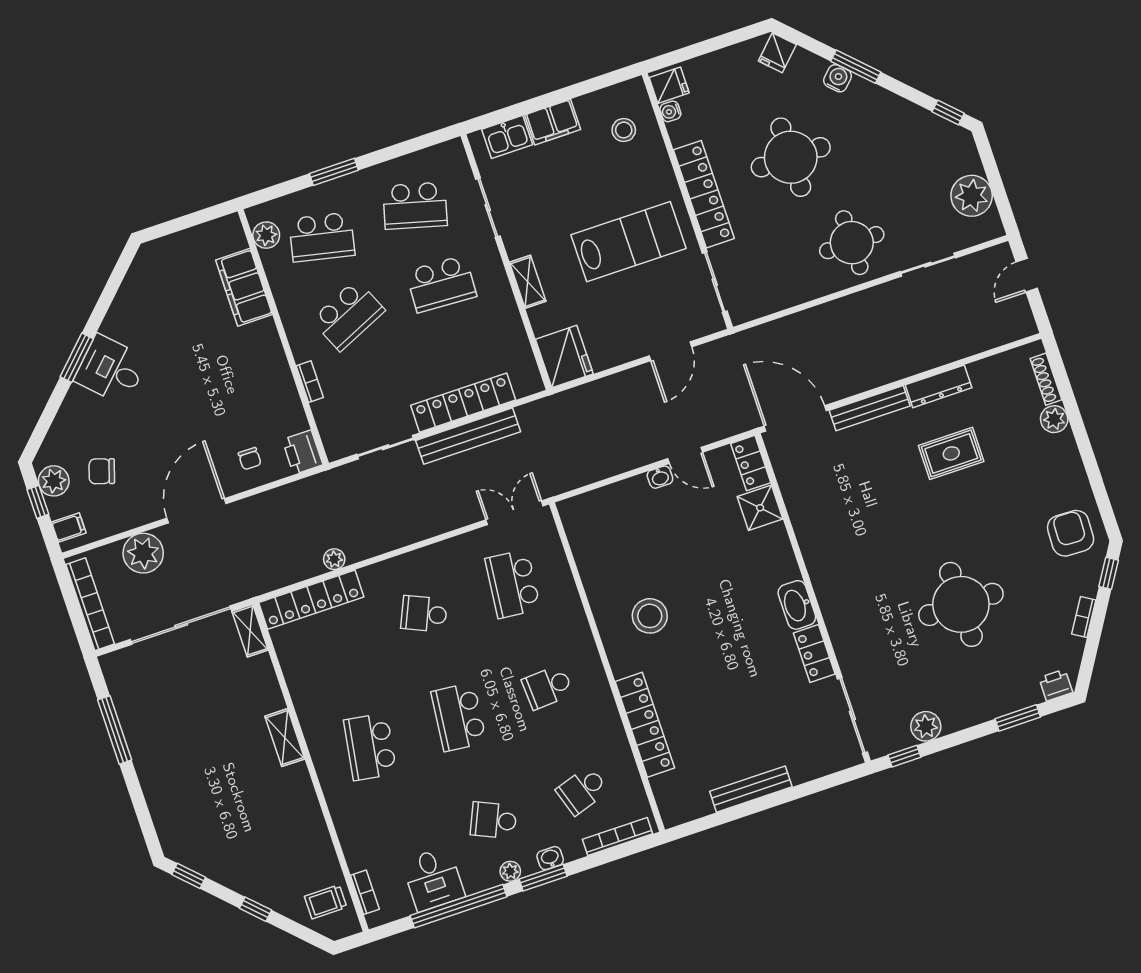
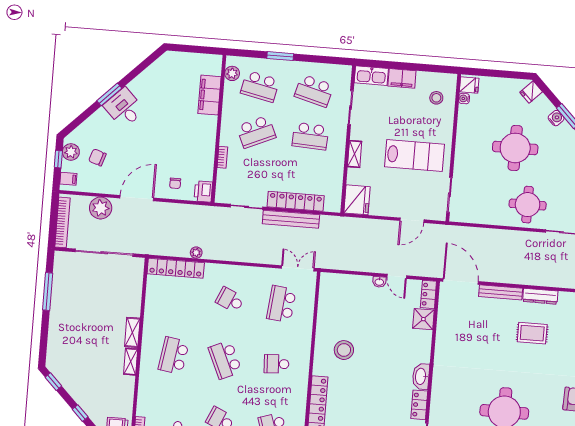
kitchen sink: (507, 137) -> (371, 76), width x1.38
locker: (704, 194) -> (463, 148), removed
shelving: (250, 631) -> (131, 362), moved
school desk: (459, 717) -> (225, 360), turned -30

